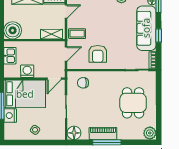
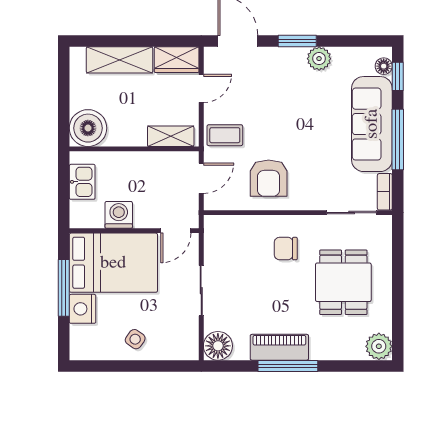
window: (159, 36) -> (398, 140), width x2.17
chair: (83, 83) -> (286, 249), moved

